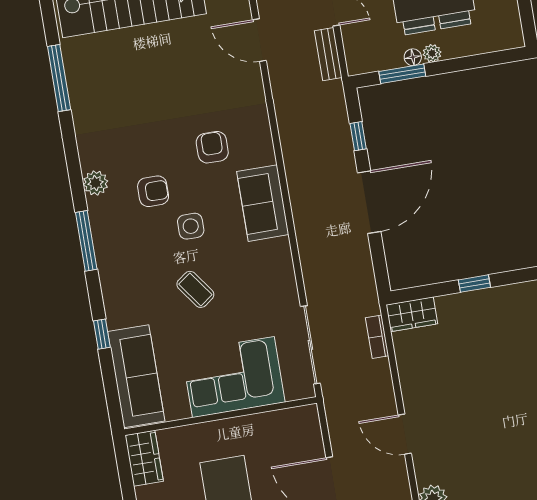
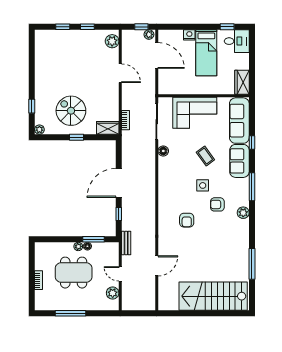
door: (259, 40) -> (157, 266), hinge flipped
bench: (328, 54) -> (126, 243), moved
sofa: (263, 203) -> (239, 161), moved, turned 180
floor lamp: (286, 285) -> (163, 151), added
spiral stairs: (495, 337) -> (71, 111), added

